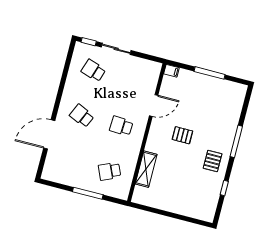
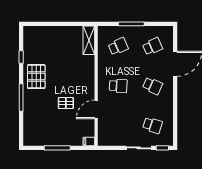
pallet: (182, 135) -> (66, 103), moved
school desk: (70, 161) -> (153, 46), added
pallet: (213, 161) -> (36, 77), width x1.50, depth x1.42
shelving: (146, 169) -> (89, 40), moved

